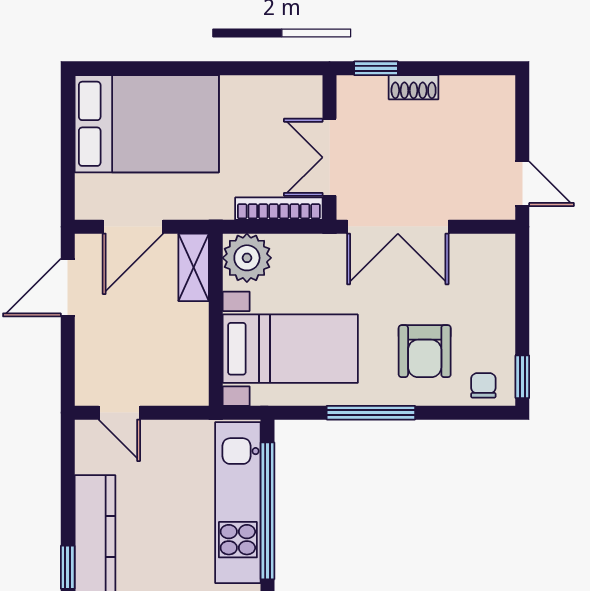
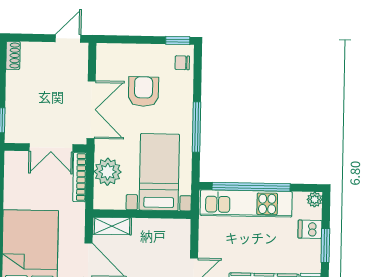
shoe rack: (414, 87) -> (13, 55), moved
plant: (247, 258) -> (108, 172), moved
armchair: (425, 351) -> (143, 91), moved, turned -90

